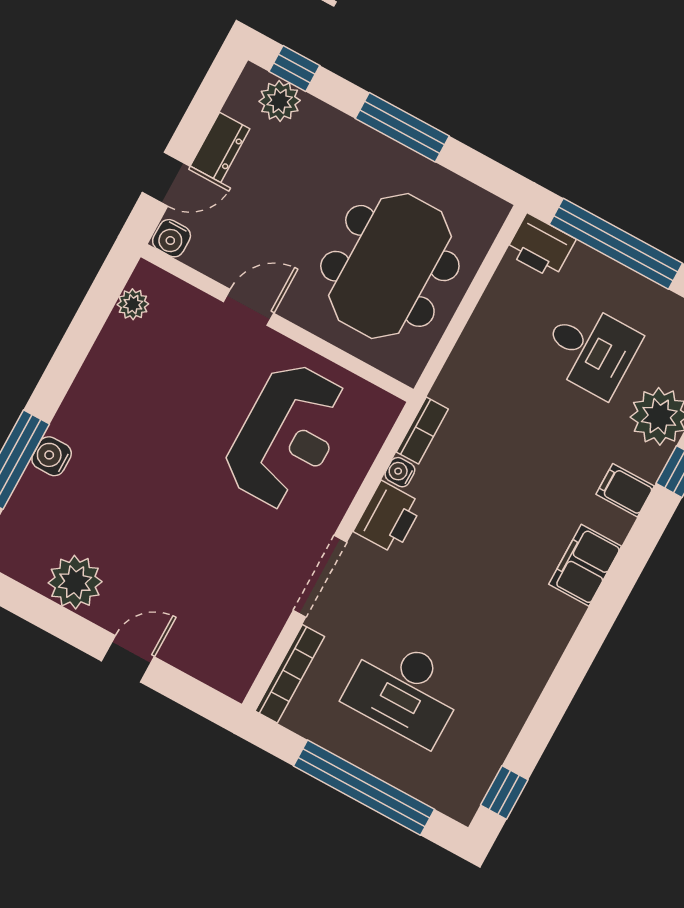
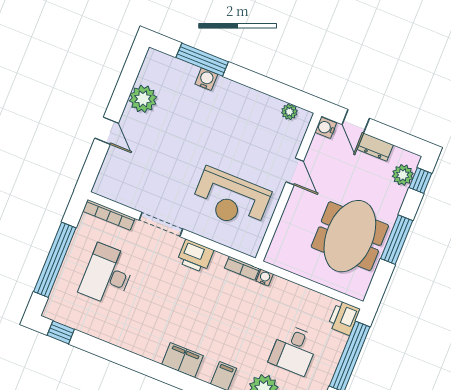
meeting table: (390, 266) -> (350, 236), moved, turned 90
water cooler: (400, 472) -> (265, 278), moved

